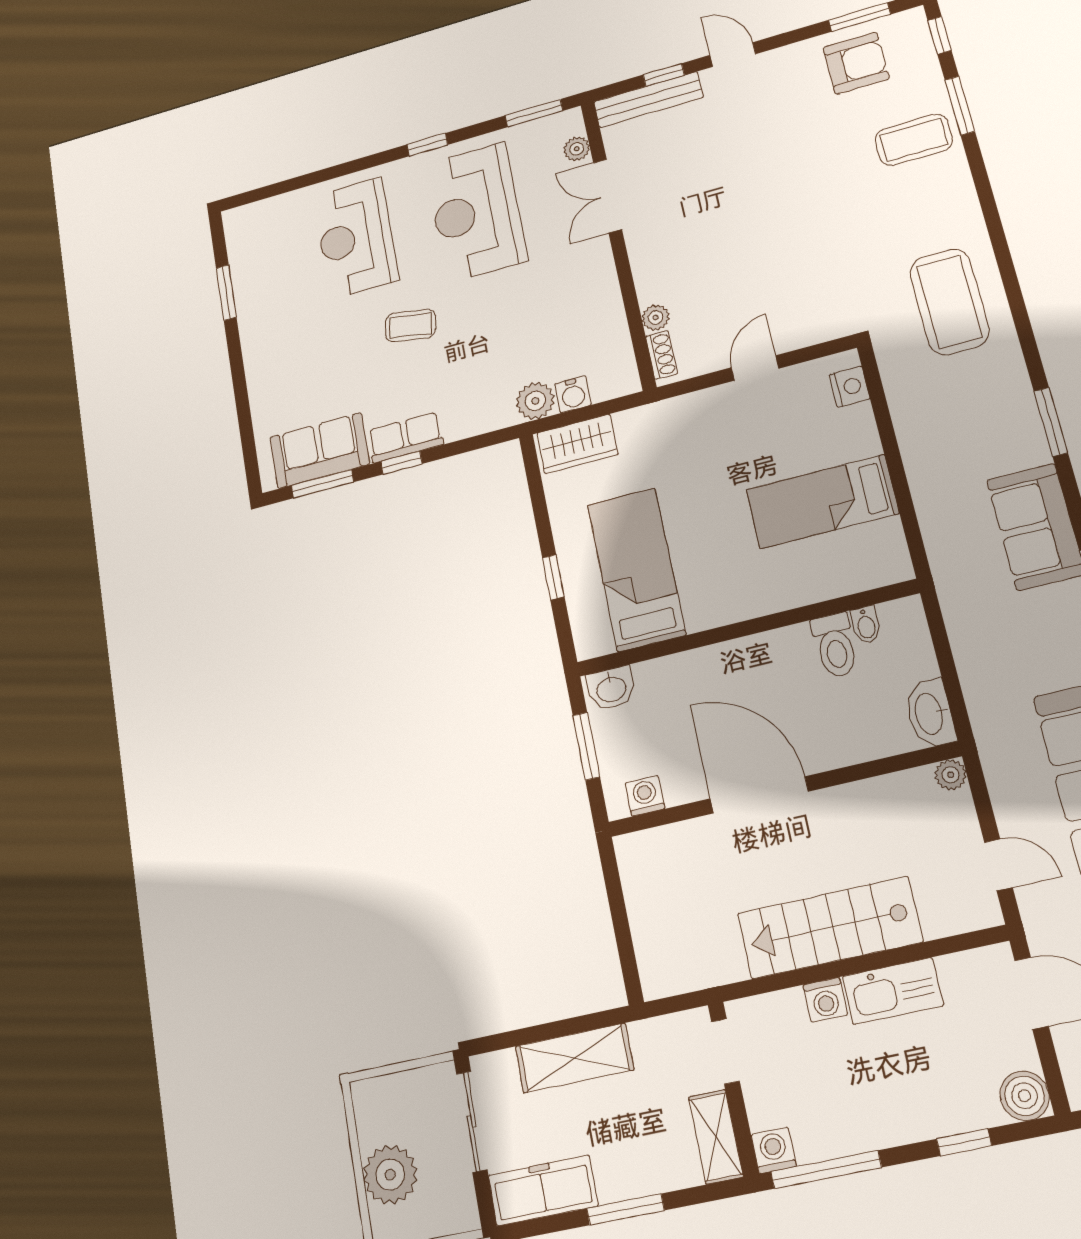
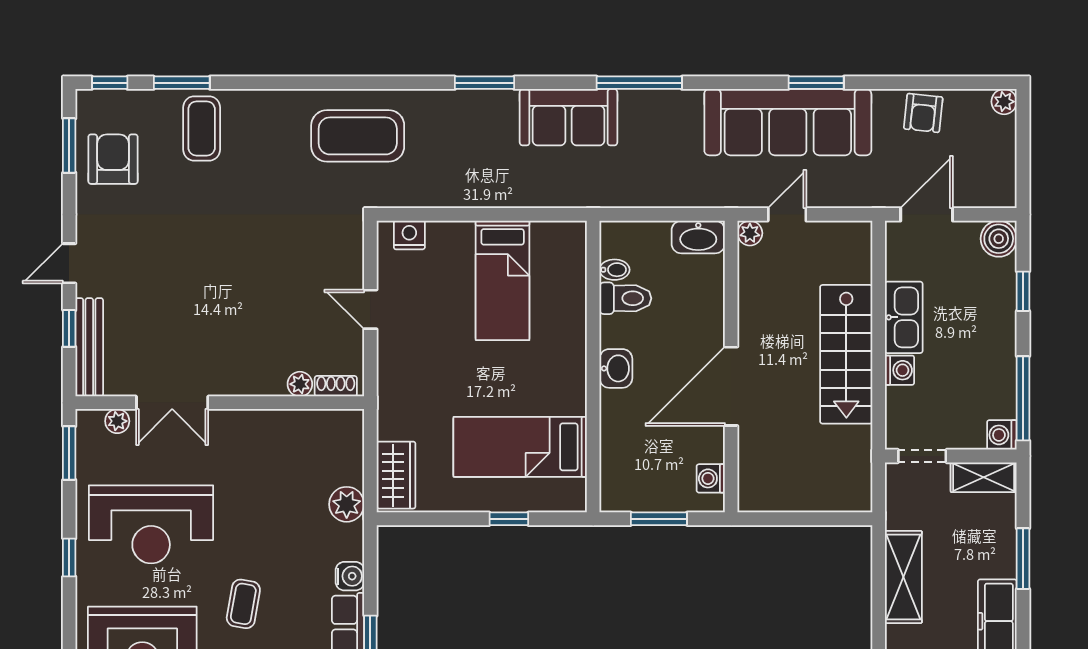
water cooler: (573, 394) -> (350, 576), moved
washbasin: (611, 688) -> (616, 368), moved
door: (998, 865) -> (787, 214), moved

